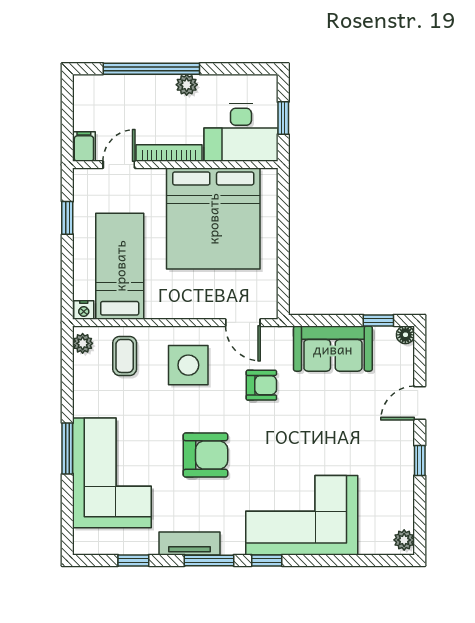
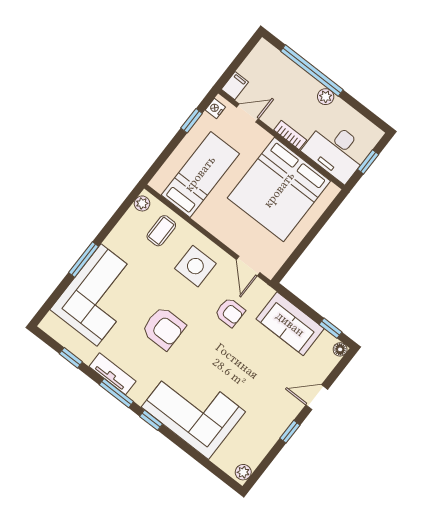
bookcase: (169, 153) -> (290, 135), width x0.64
nightstand: (84, 310) -> (215, 108), moved, turned 90

